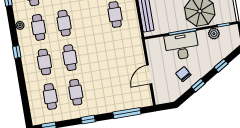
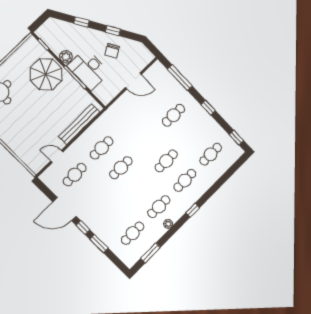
cafe table: (64, 23) -> (121, 168), moved
plant: (214, 34) -> (66, 57), moved
cafe table: (76, 92) -> (173, 115), moved

